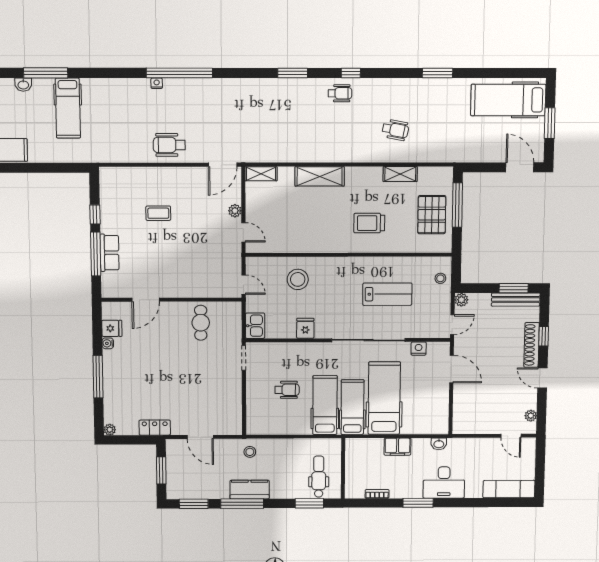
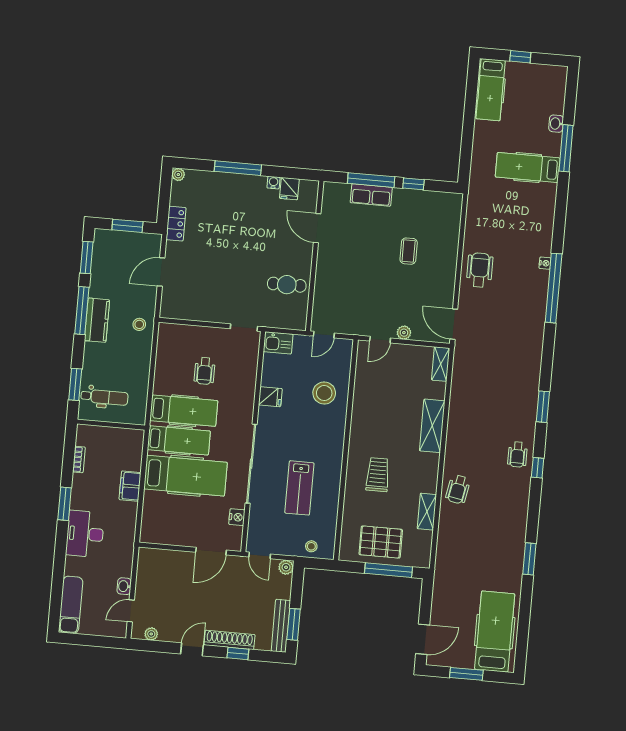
wheelchair: (395, 130) -> (458, 489), moved
washbasin: (439, 444) -> (124, 586), moved

